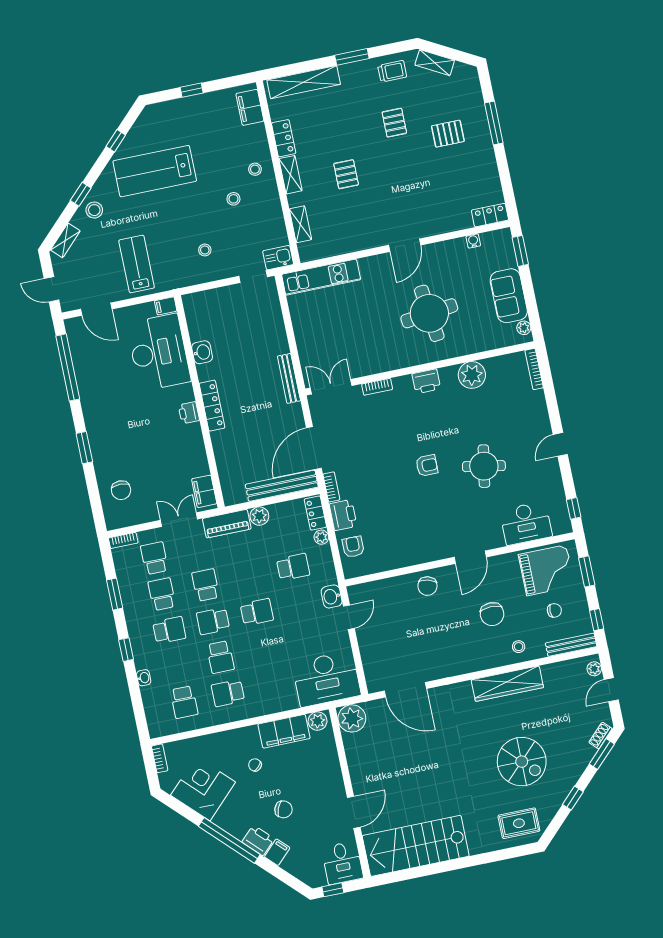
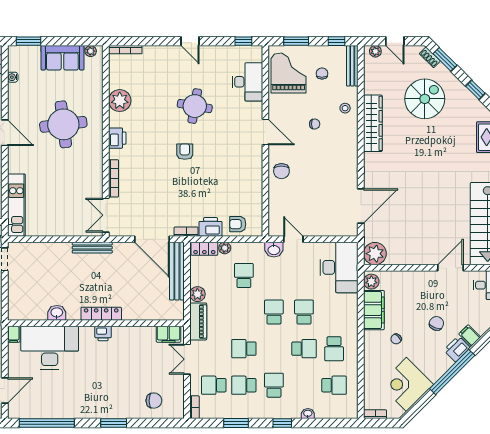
bookcase: (377, 387) -> (113, 178), width x1.56
chair: (427, 586) -> (281, 171), turned 75
chair: (492, 614) -> (315, 124), width x0.54, depth x0.54
school desk: (213, 621) -> (304, 312), moved, turned 180
spiral stairs: (522, 762) -> (425, 99), moved
door: (354, 812) -> (450, 268), hinge flipped

